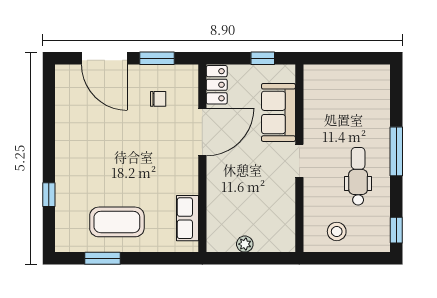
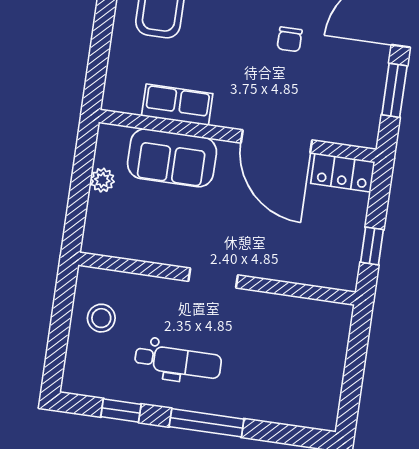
chair: (158, 99) -> (290, 39), moved
sofa: (278, 112) -> (172, 158), moved, turned 180
row of seats: (187, 218) -> (177, 105), moved
window: (396, 230) -> (121, 410), moved

